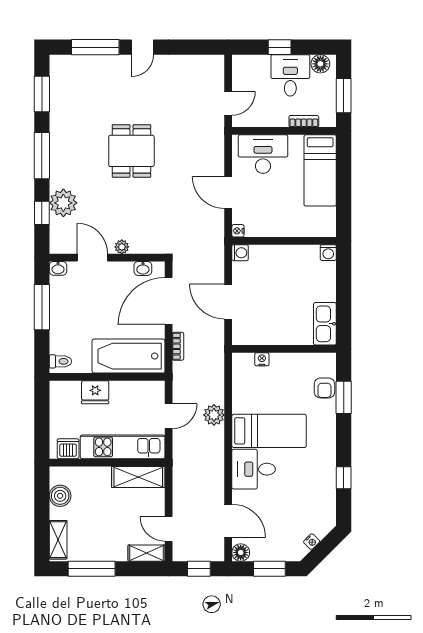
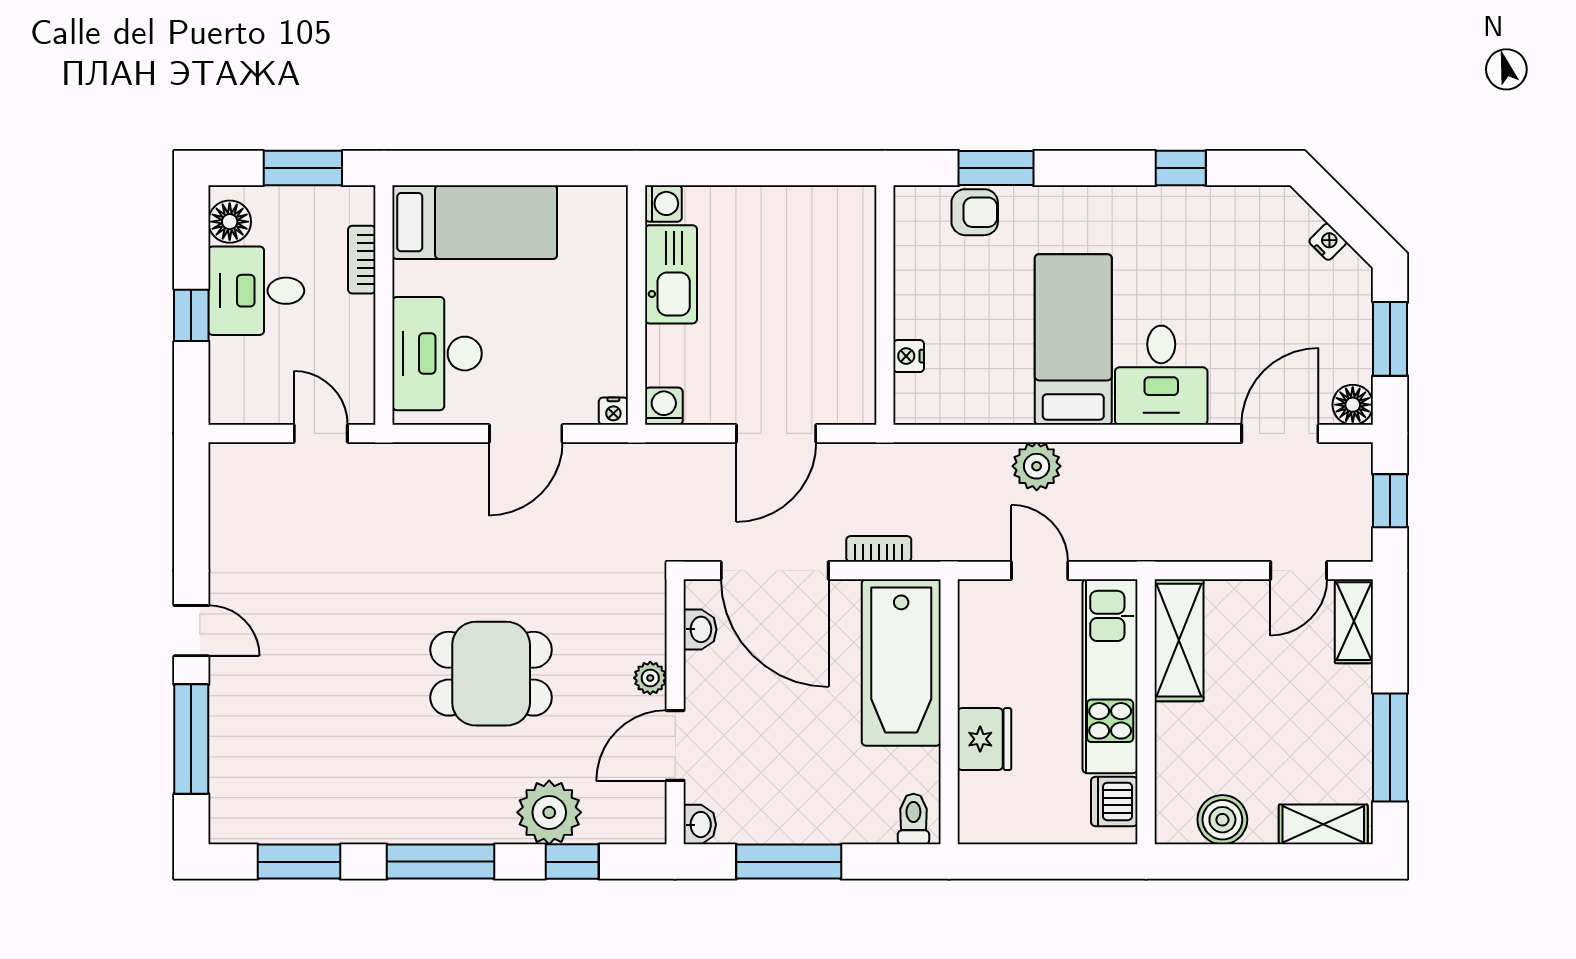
dining table: (131, 151) -> (491, 674), moved
kitchen sink: (325, 324) -> (671, 274), moved, turned -90

